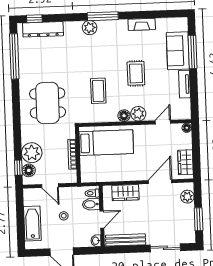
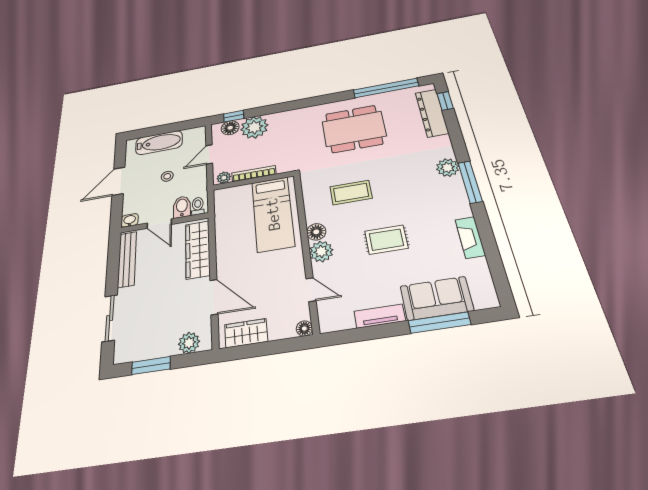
dining table: (48, 103) -> (354, 129), moved
plant: (72, 175) -> (224, 178), added
wardrobe: (125, 193) -> (198, 250), width x1.50

